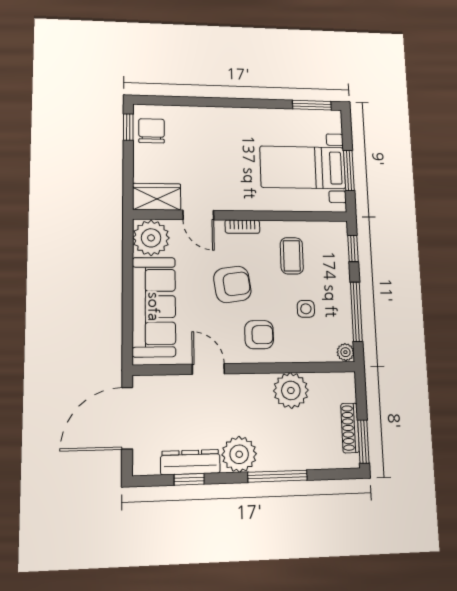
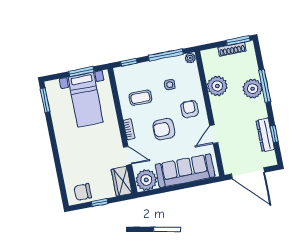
window: (128, 127) -> (100, 203), moved
door: (198, 215) -> (127, 156), hinge flipped
armchair: (232, 284) -> (164, 129), turned -82
plant: (239, 454) -> (253, 89), moved

